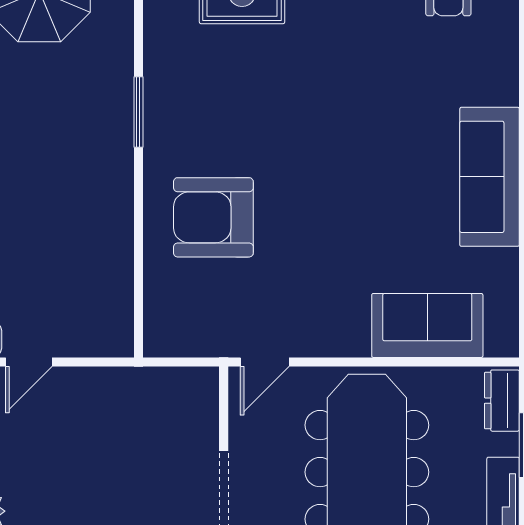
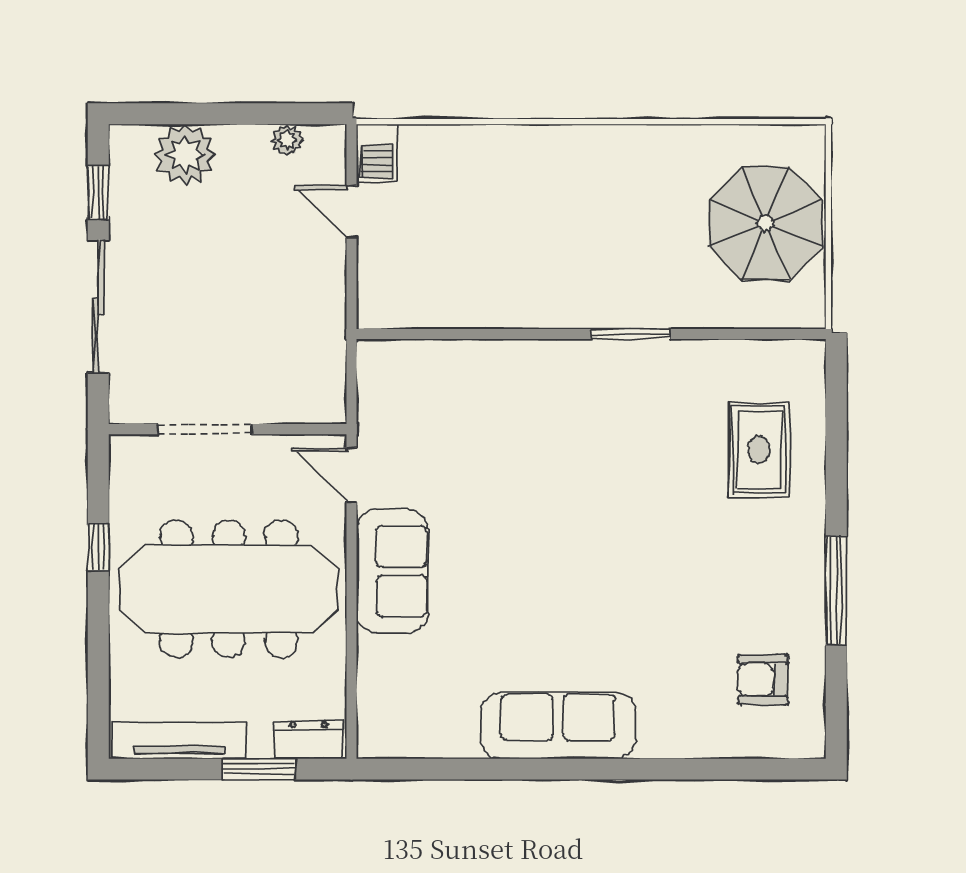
armchair: (213, 217) -> (513, 418), removed
sofa: (427, 325) -> (392, 571), moved

